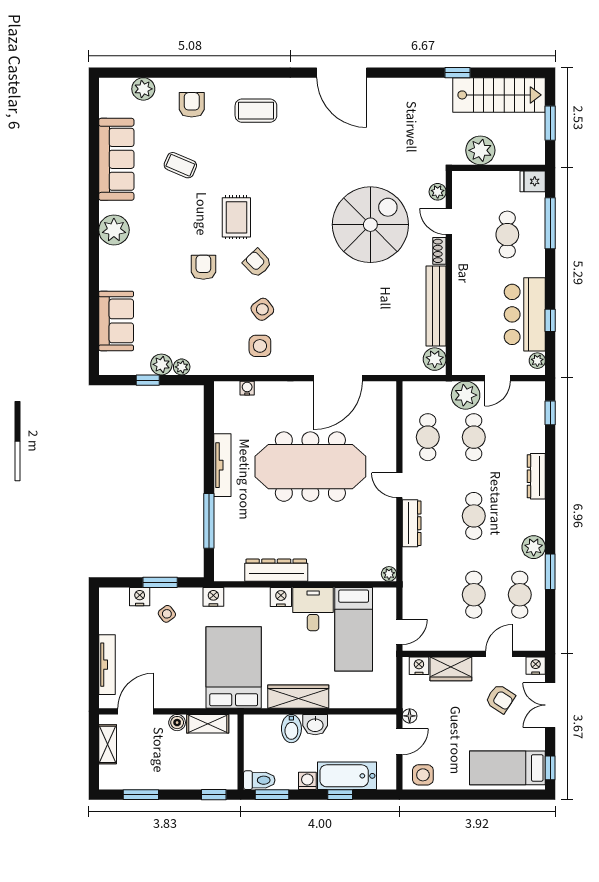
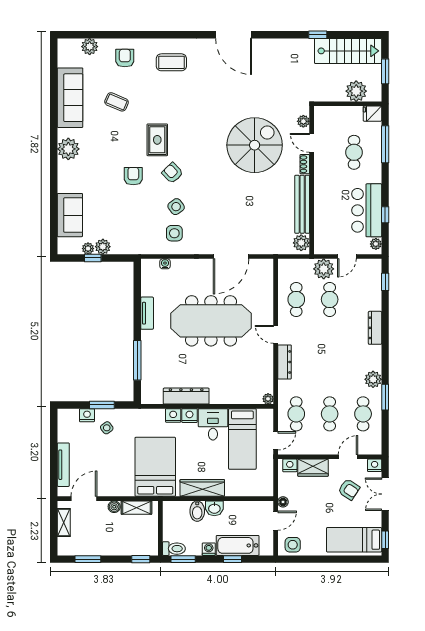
plant: (480, 150) -> (356, 91), moved
plant: (182, 367) -> (88, 249), moved
tv unit: (222, 465) -> (147, 313), width x0.71
cafe table: (474, 516) -> (296, 414), moved
nightstand: (213, 597) -> (173, 415), moved

